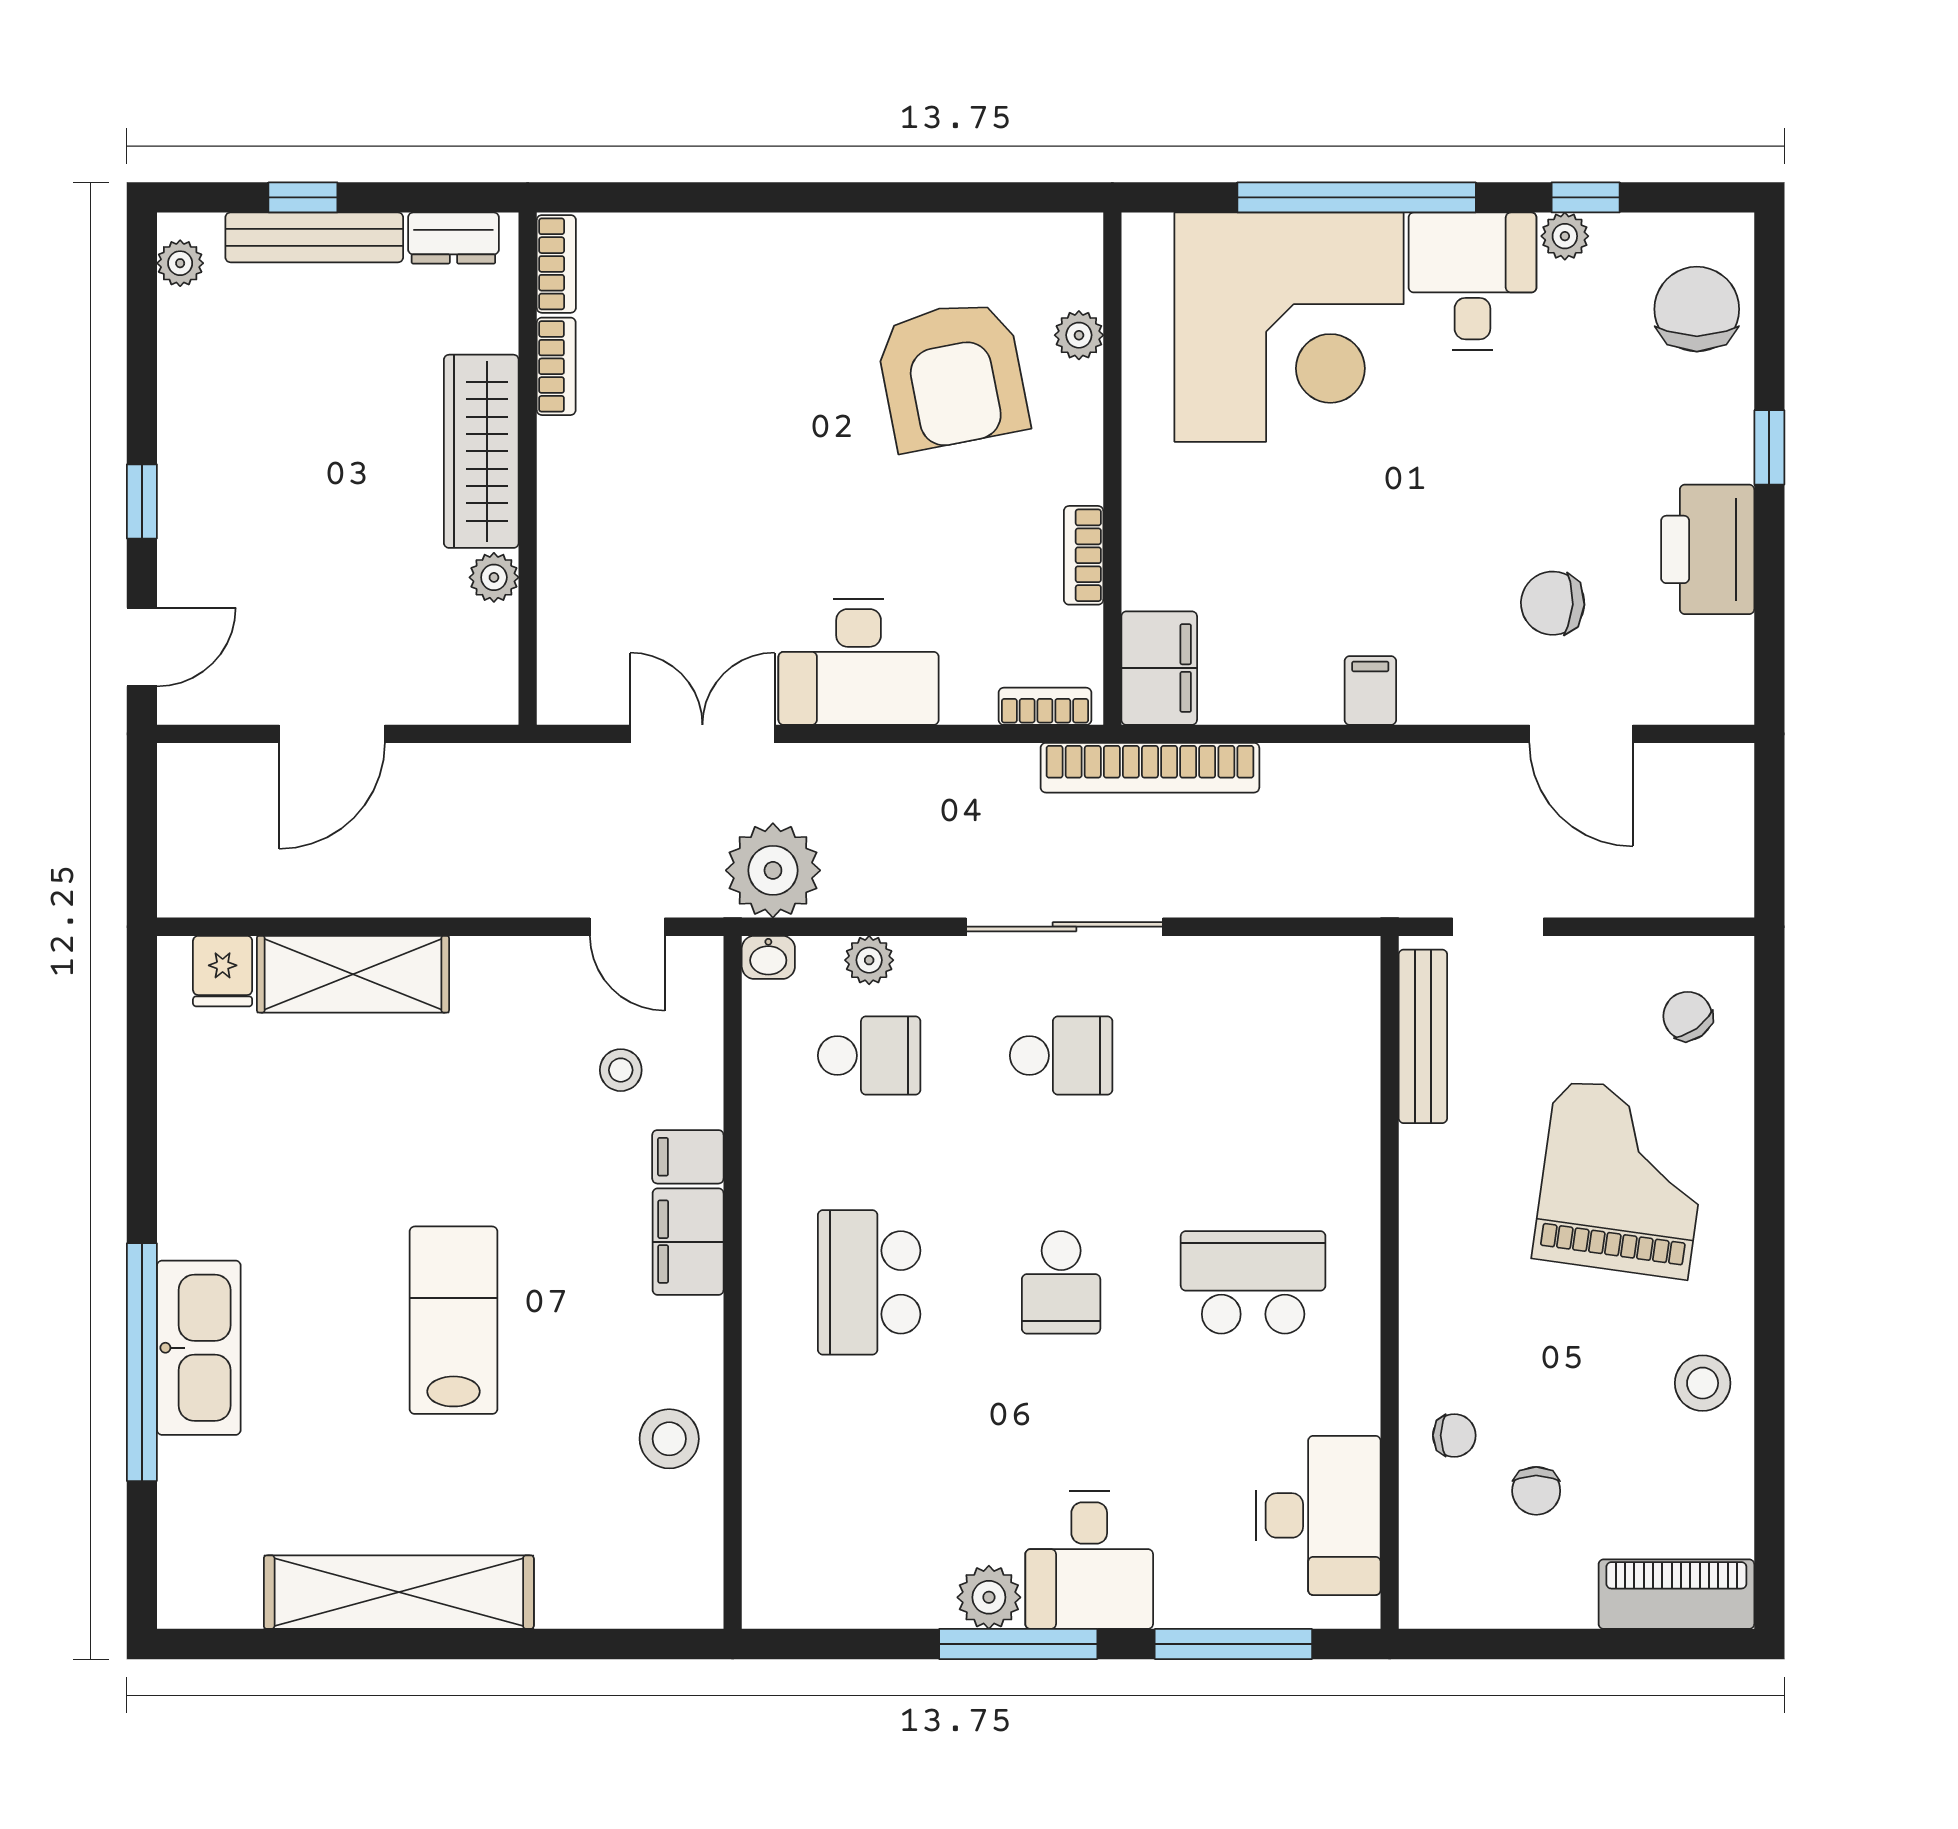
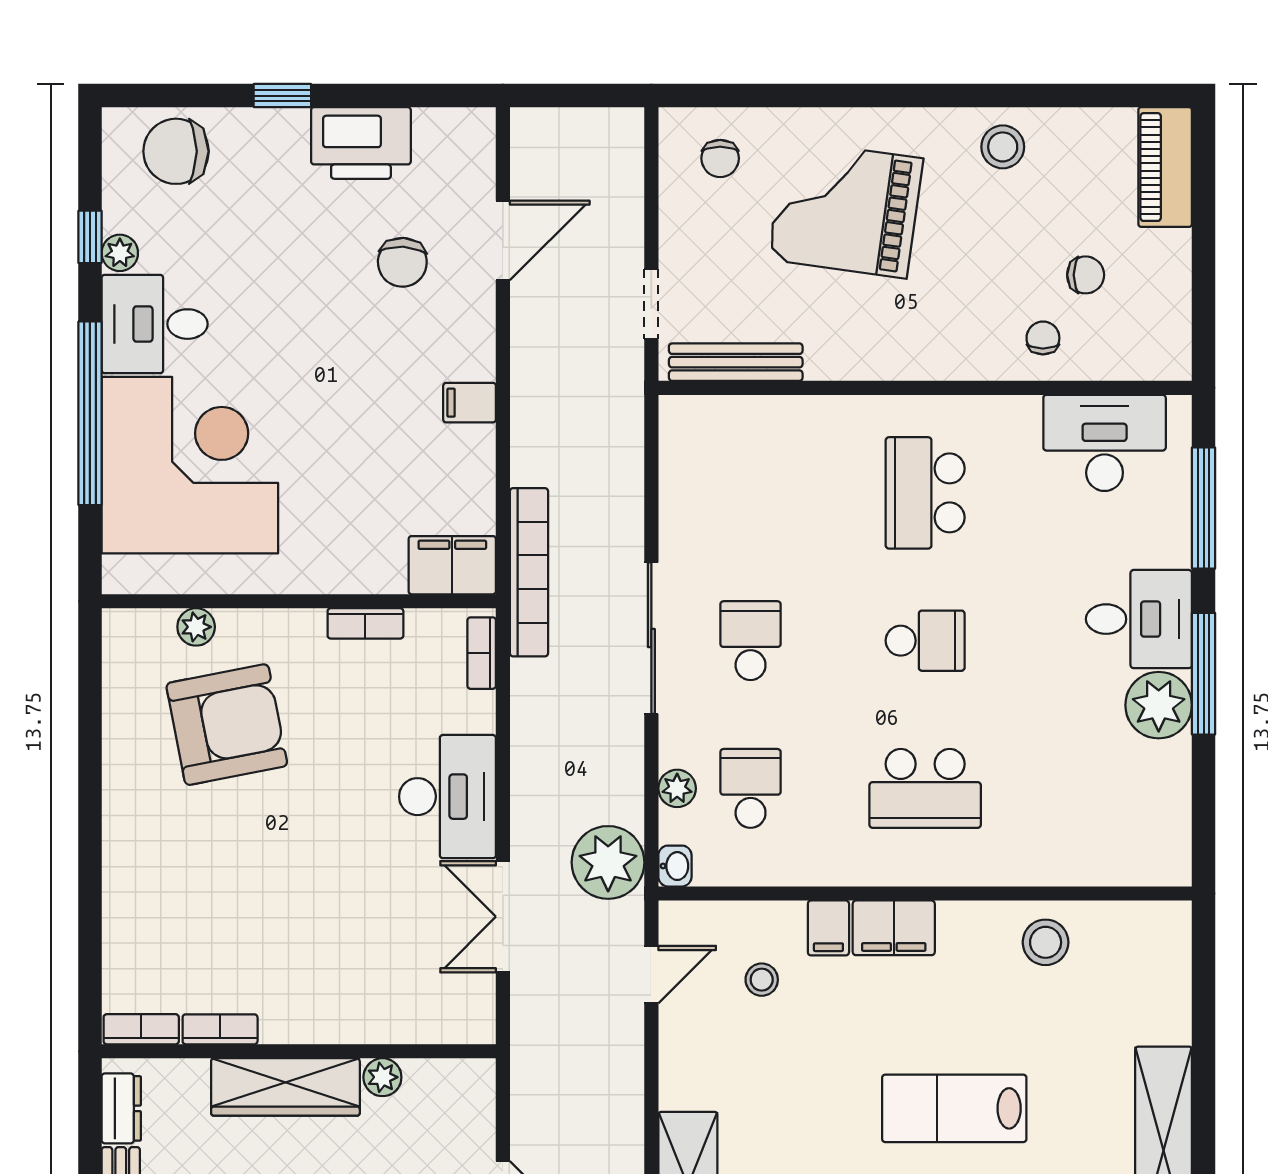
chair: (1688, 1016) -> (720, 158), turned -54
plant: (989, 1597) -> (1159, 705), width x1.36, depth x1.36

